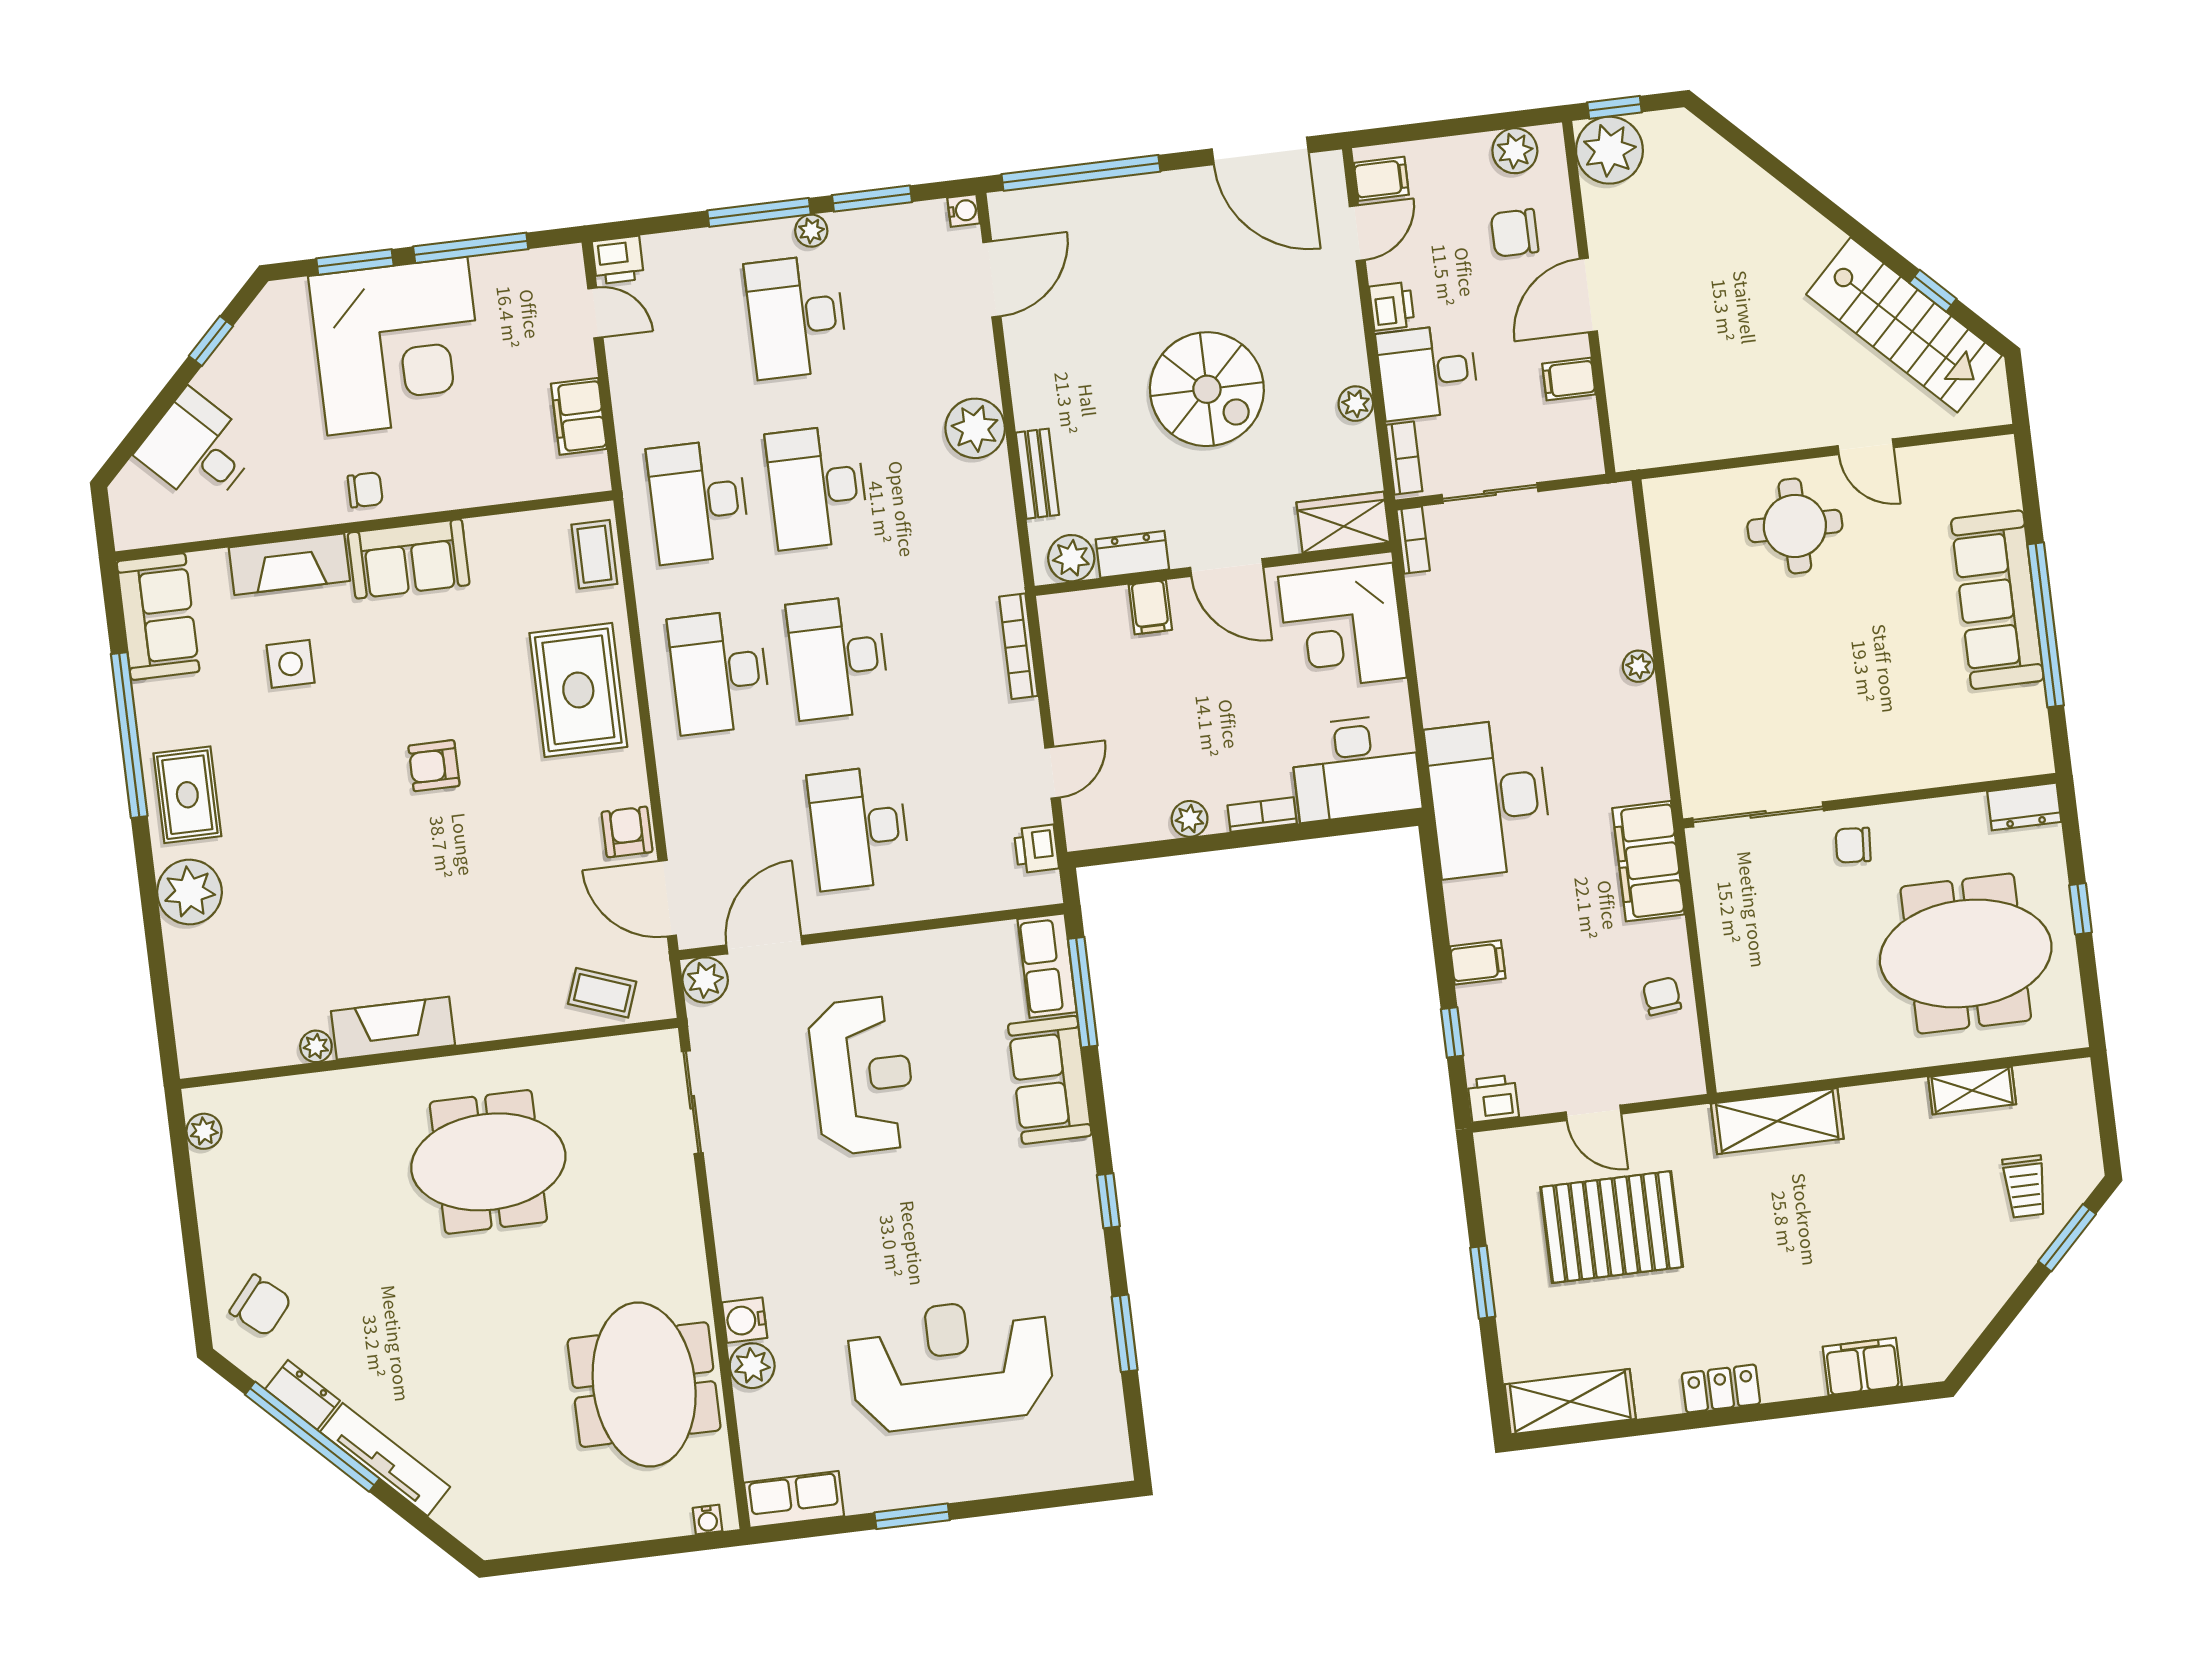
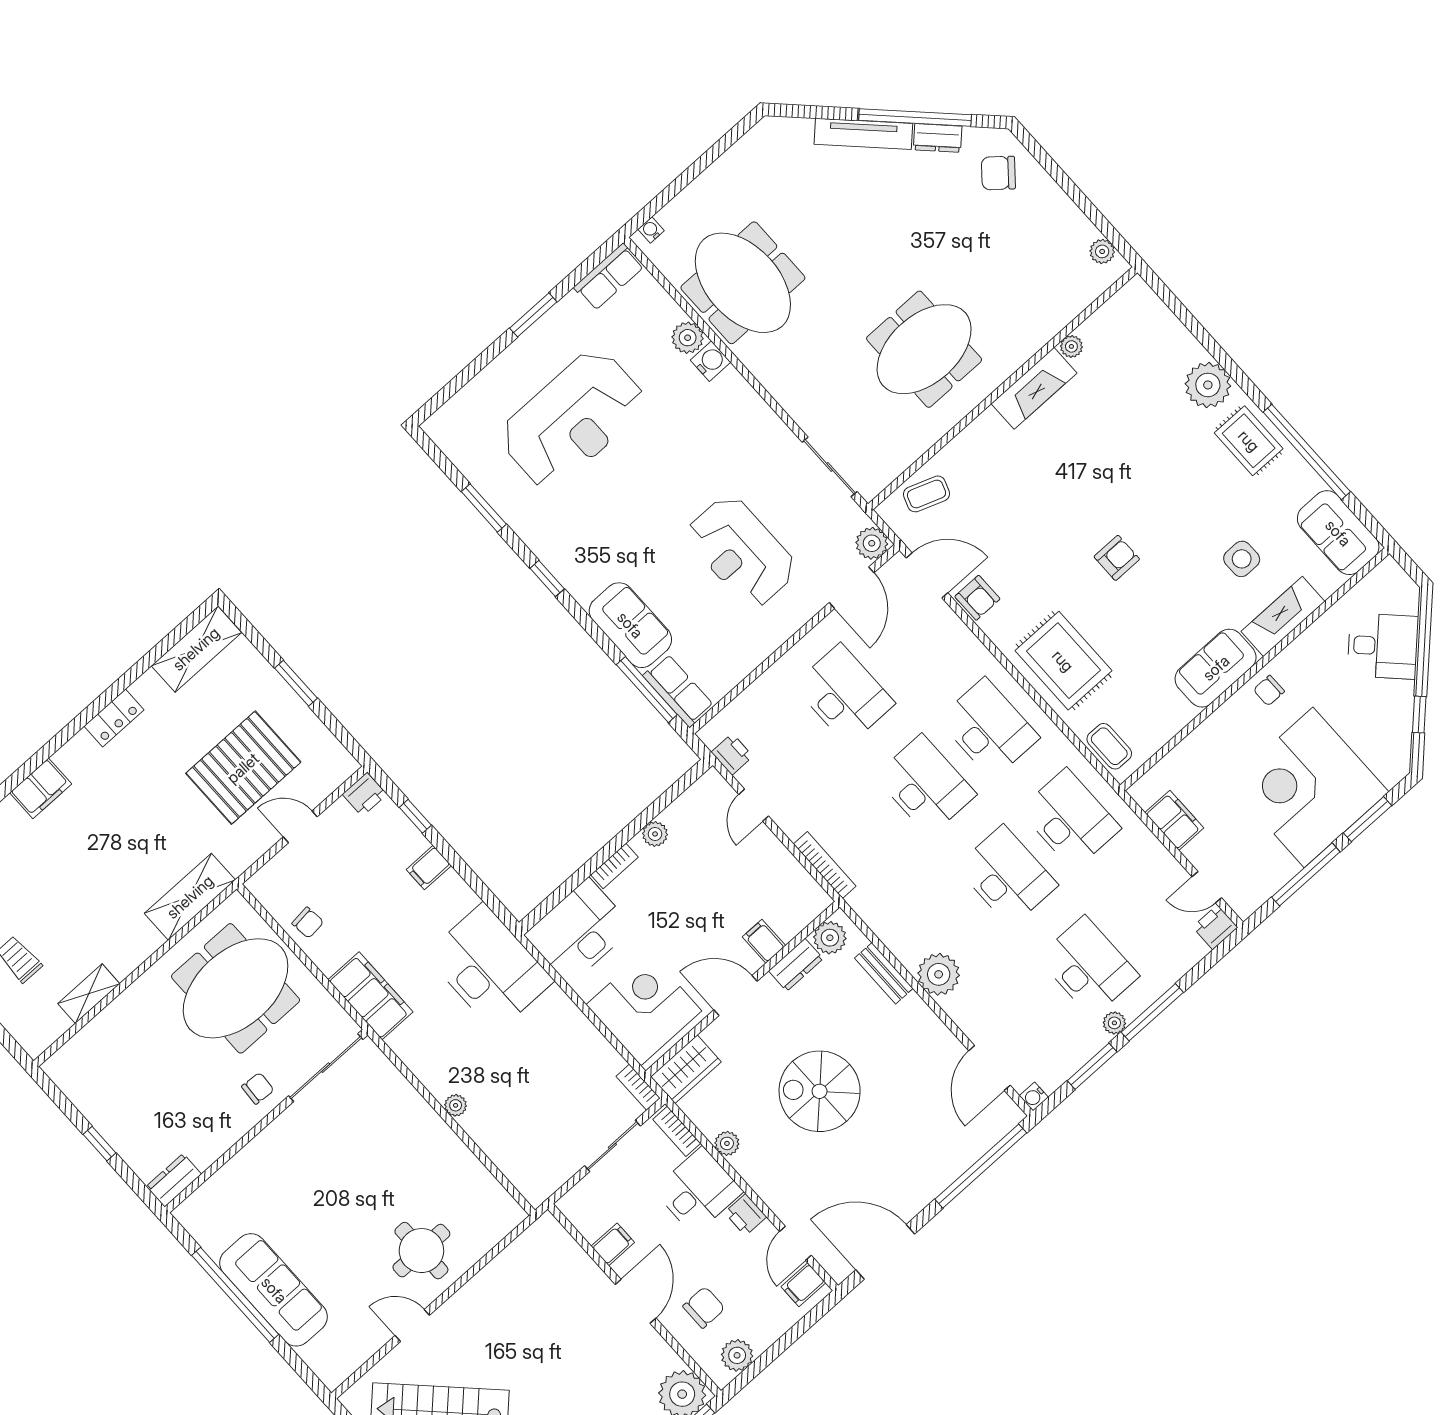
meeting table: (1966, 953) -> (236, 988), moved

